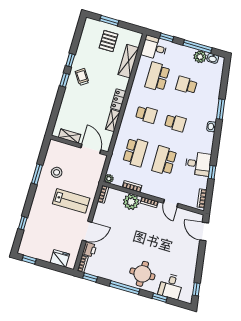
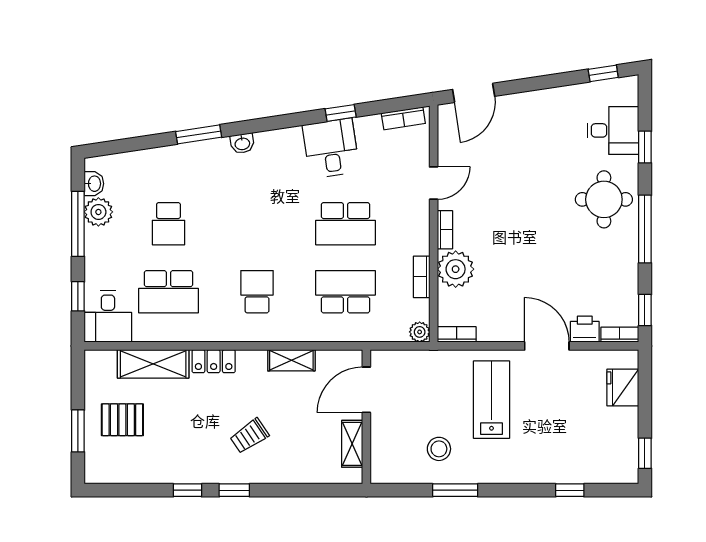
trolley: (82, 77) -> (249, 436), moved
locker: (118, 100) -> (214, 361), moved
school desk: (175, 123) -> (257, 224), removed

